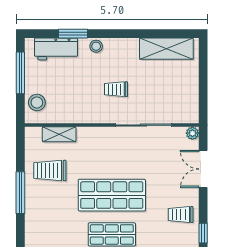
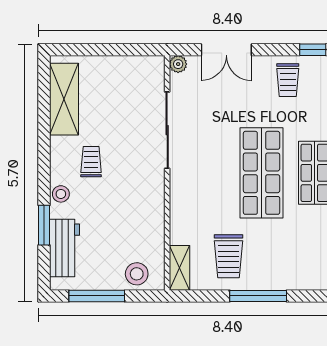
trolley: (116, 89) -> (91, 162), moved, turned 180
shelving: (59, 134) -> (180, 268), moved

